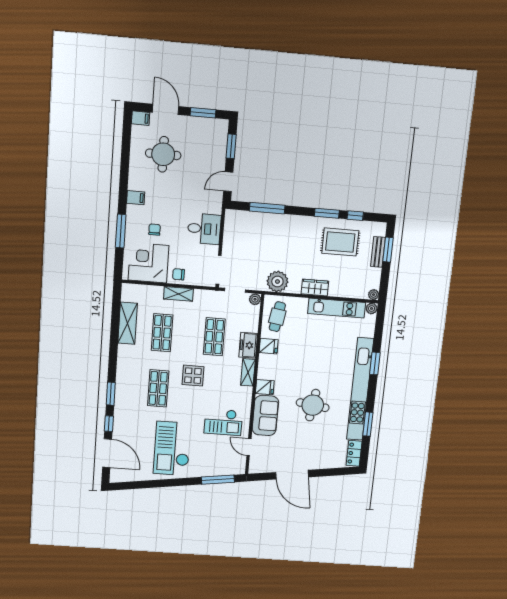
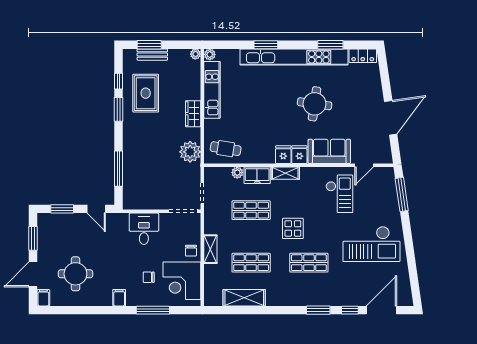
plant: (255, 299) -> (237, 173), moved
fridge: (269, 346) -> (283, 155), moved

